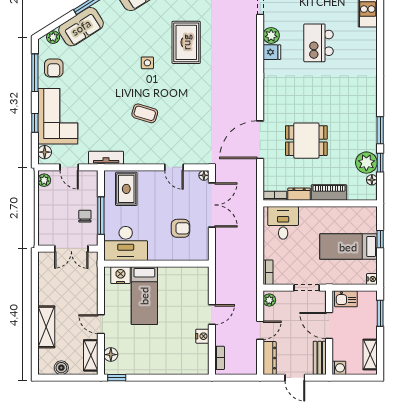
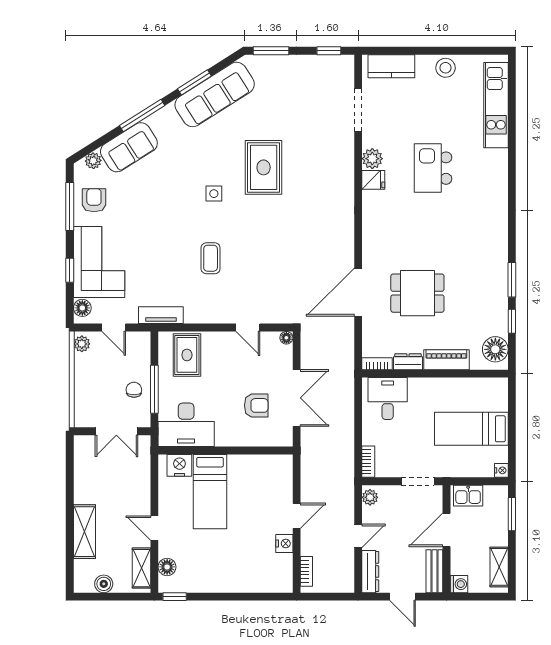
armchair: (54, 68) -> (94, 200), turned 180
coffee table: (145, 113) -> (211, 258), turned 73
plant: (366, 163) -> (494, 321), removed
floor lamp: (372, 180) -> (495, 349), width x1.89, depth x1.89
double door: (212, 205) -> (297, 398), moved
window: (380, 239) -> (512, 419), removed
door: (329, 326) -> (447, 530), hinge flipped

